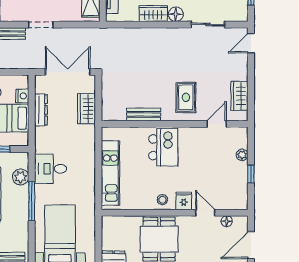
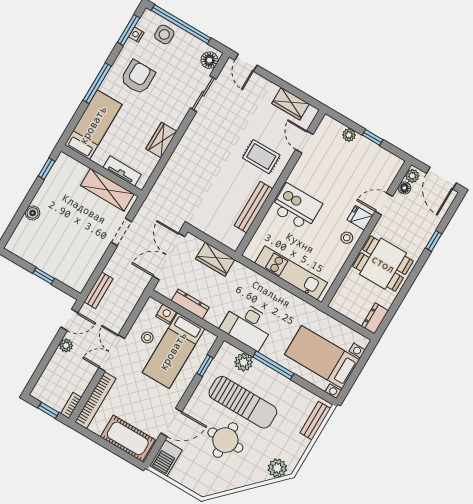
floor lamp: (176, 14) -> (209, 60), moved
doorway: (41, 25) -> (121, 232), moved
bench: (144, 114) -> (254, 207), width x1.36
desk: (51, 169) -> (247, 325), width x1.37
plant: (239, 222) -> (412, 176), added

